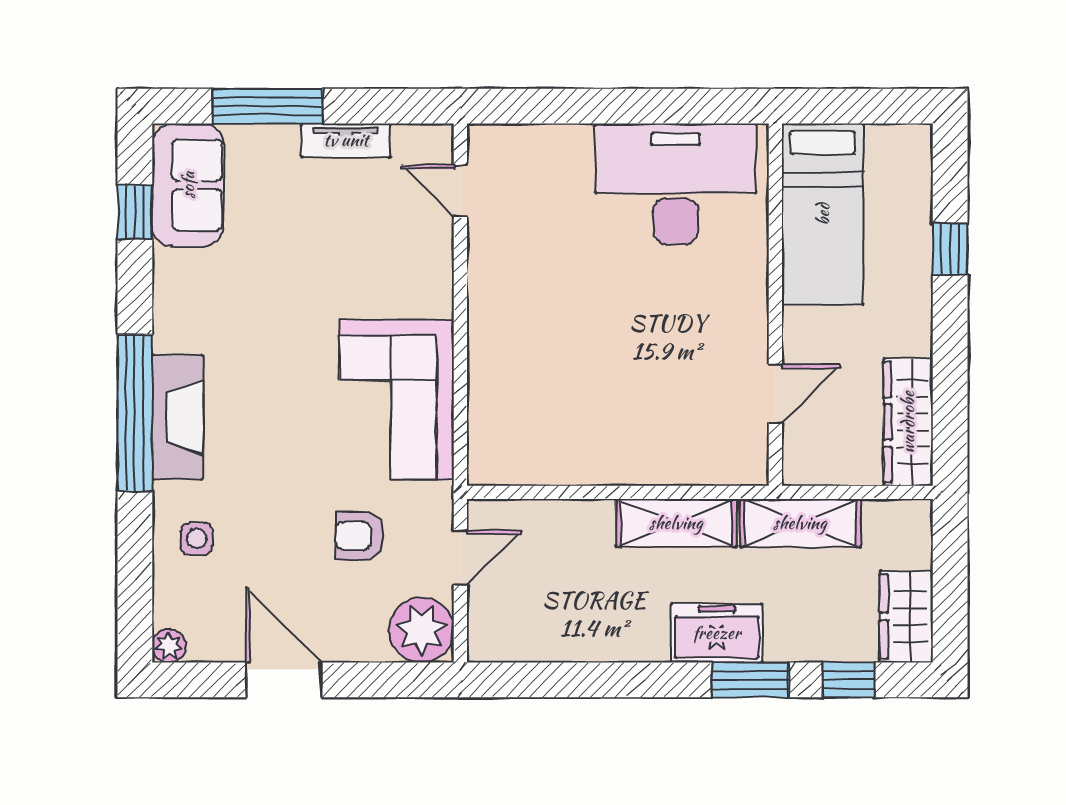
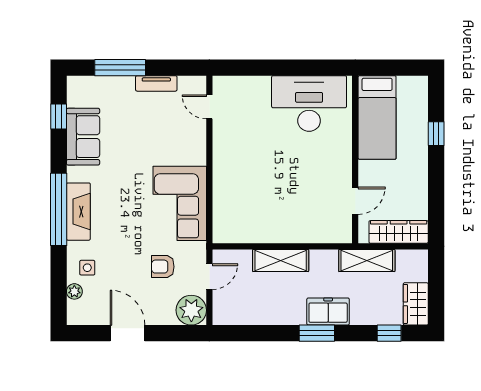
sofa: (188, 185) -> (83, 137), moved
wardrobe: (908, 422) -> (399, 232), moved, turned 90
shelving: (676, 523) -> (281, 260), moved
plant: (169, 646) -> (74, 291), moved
window: (750, 680) -> (317, 333), moved

